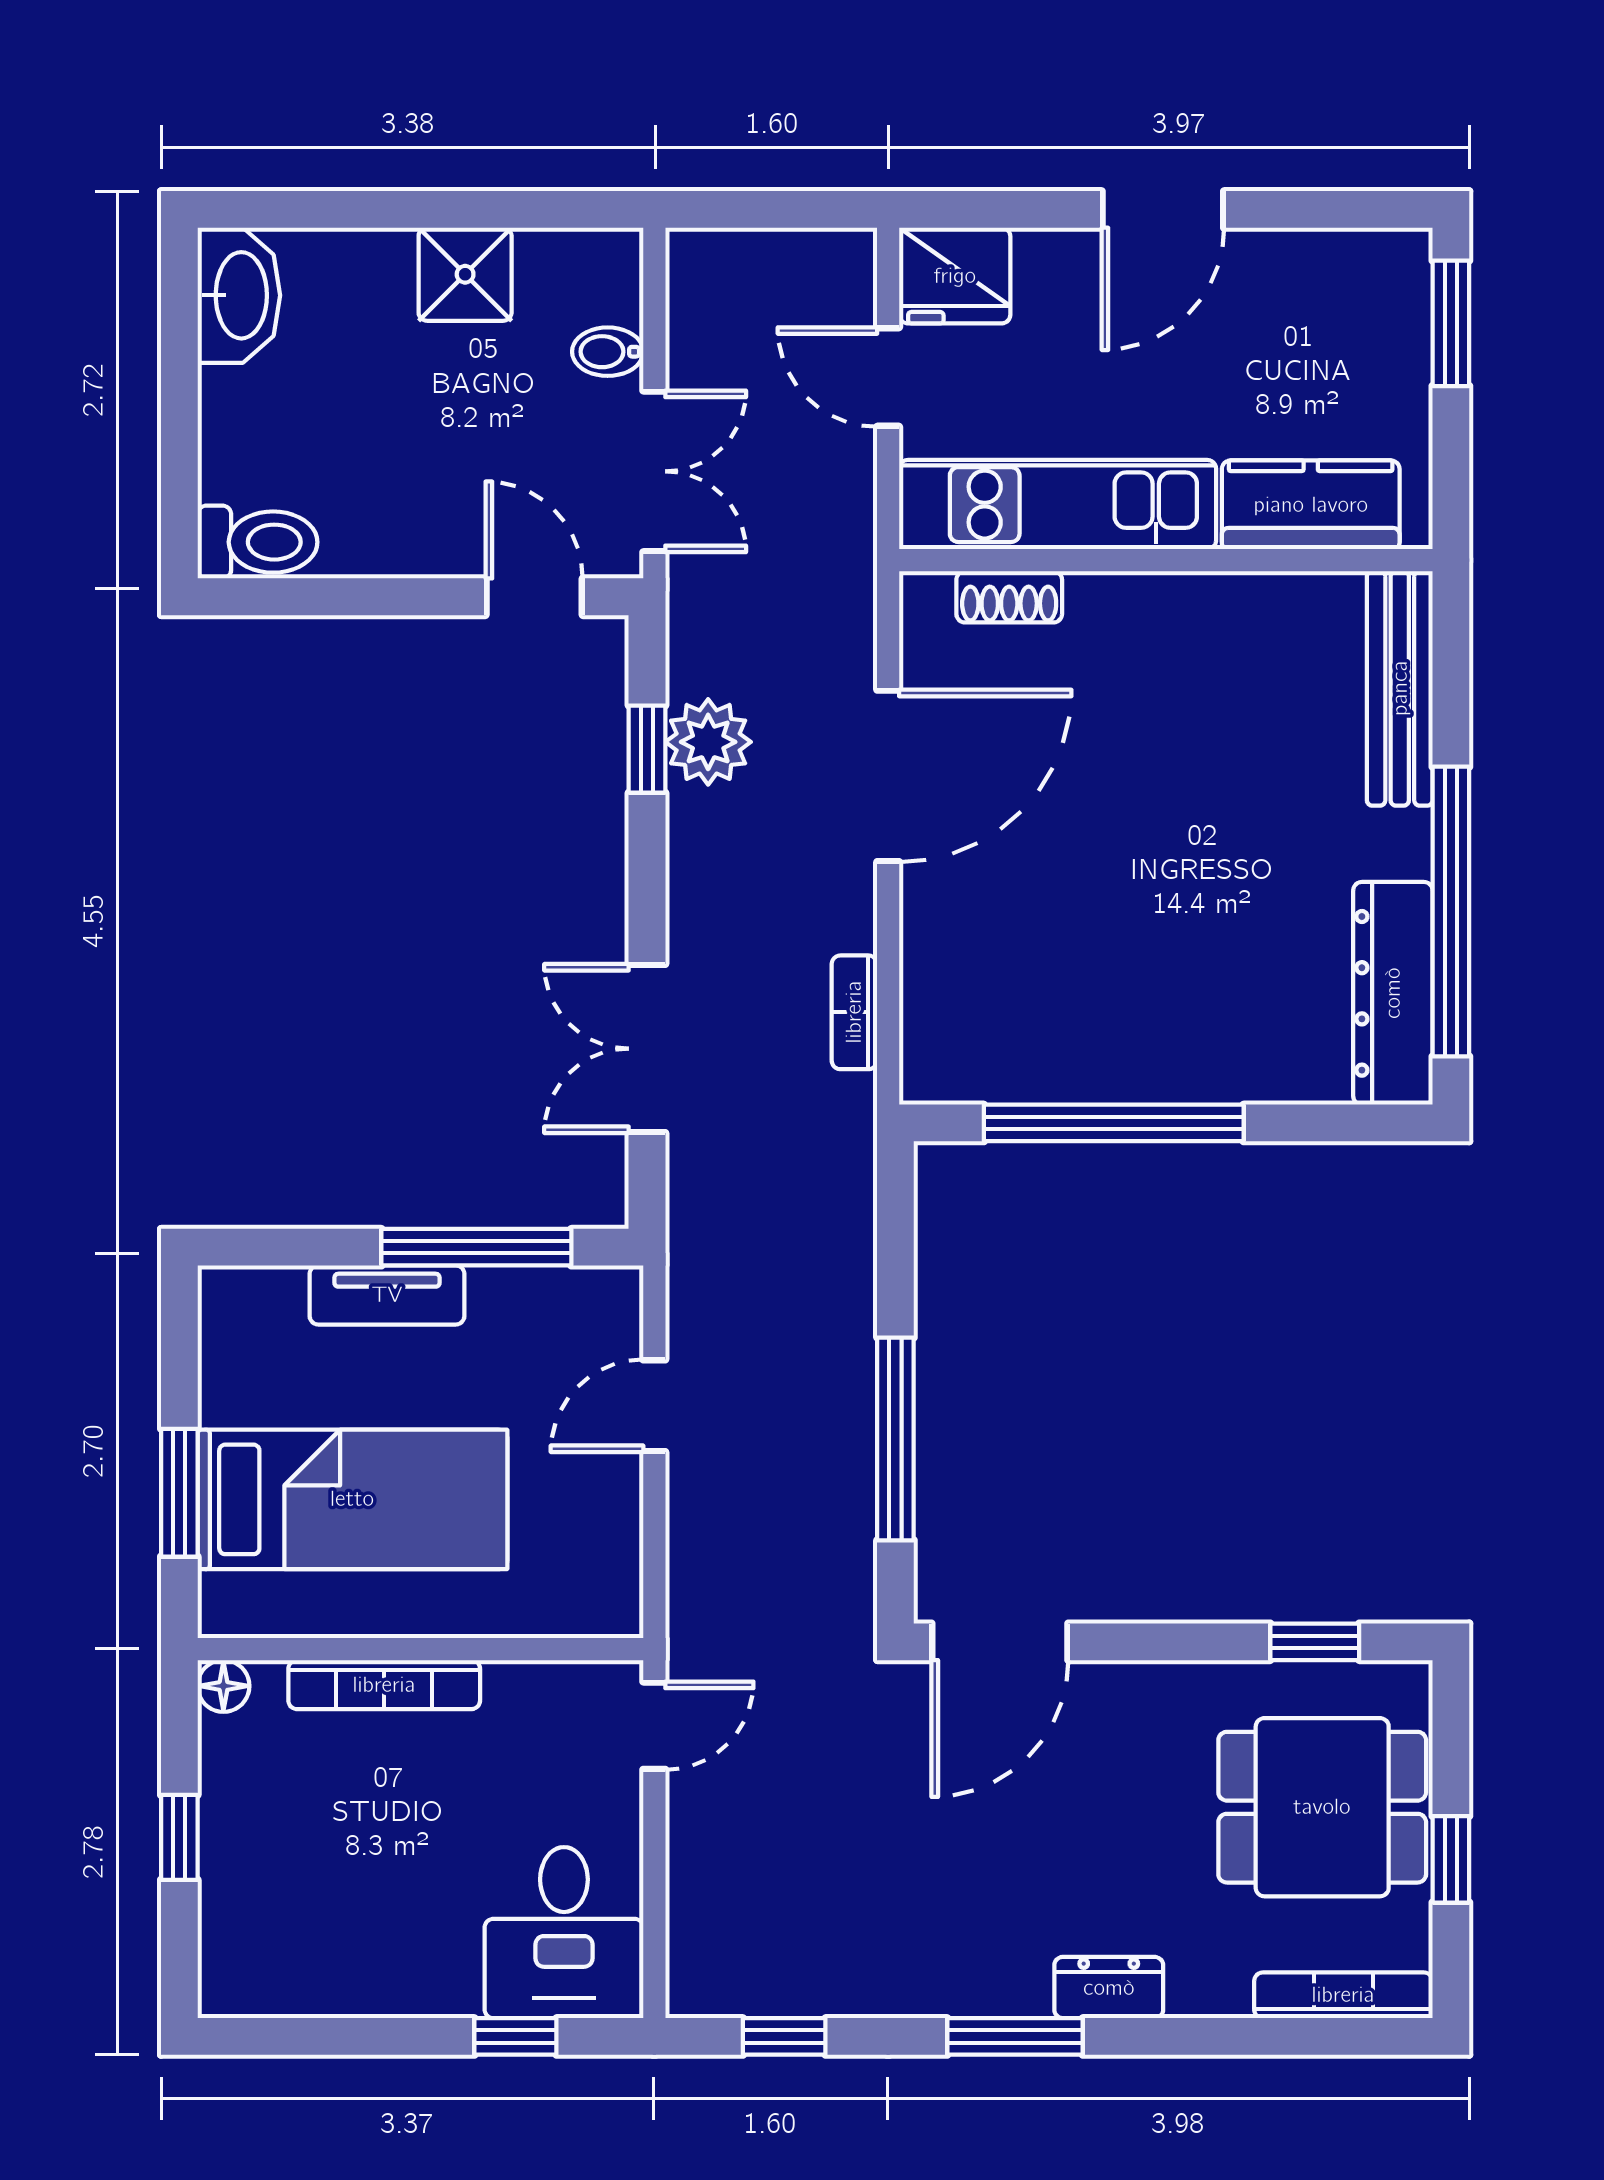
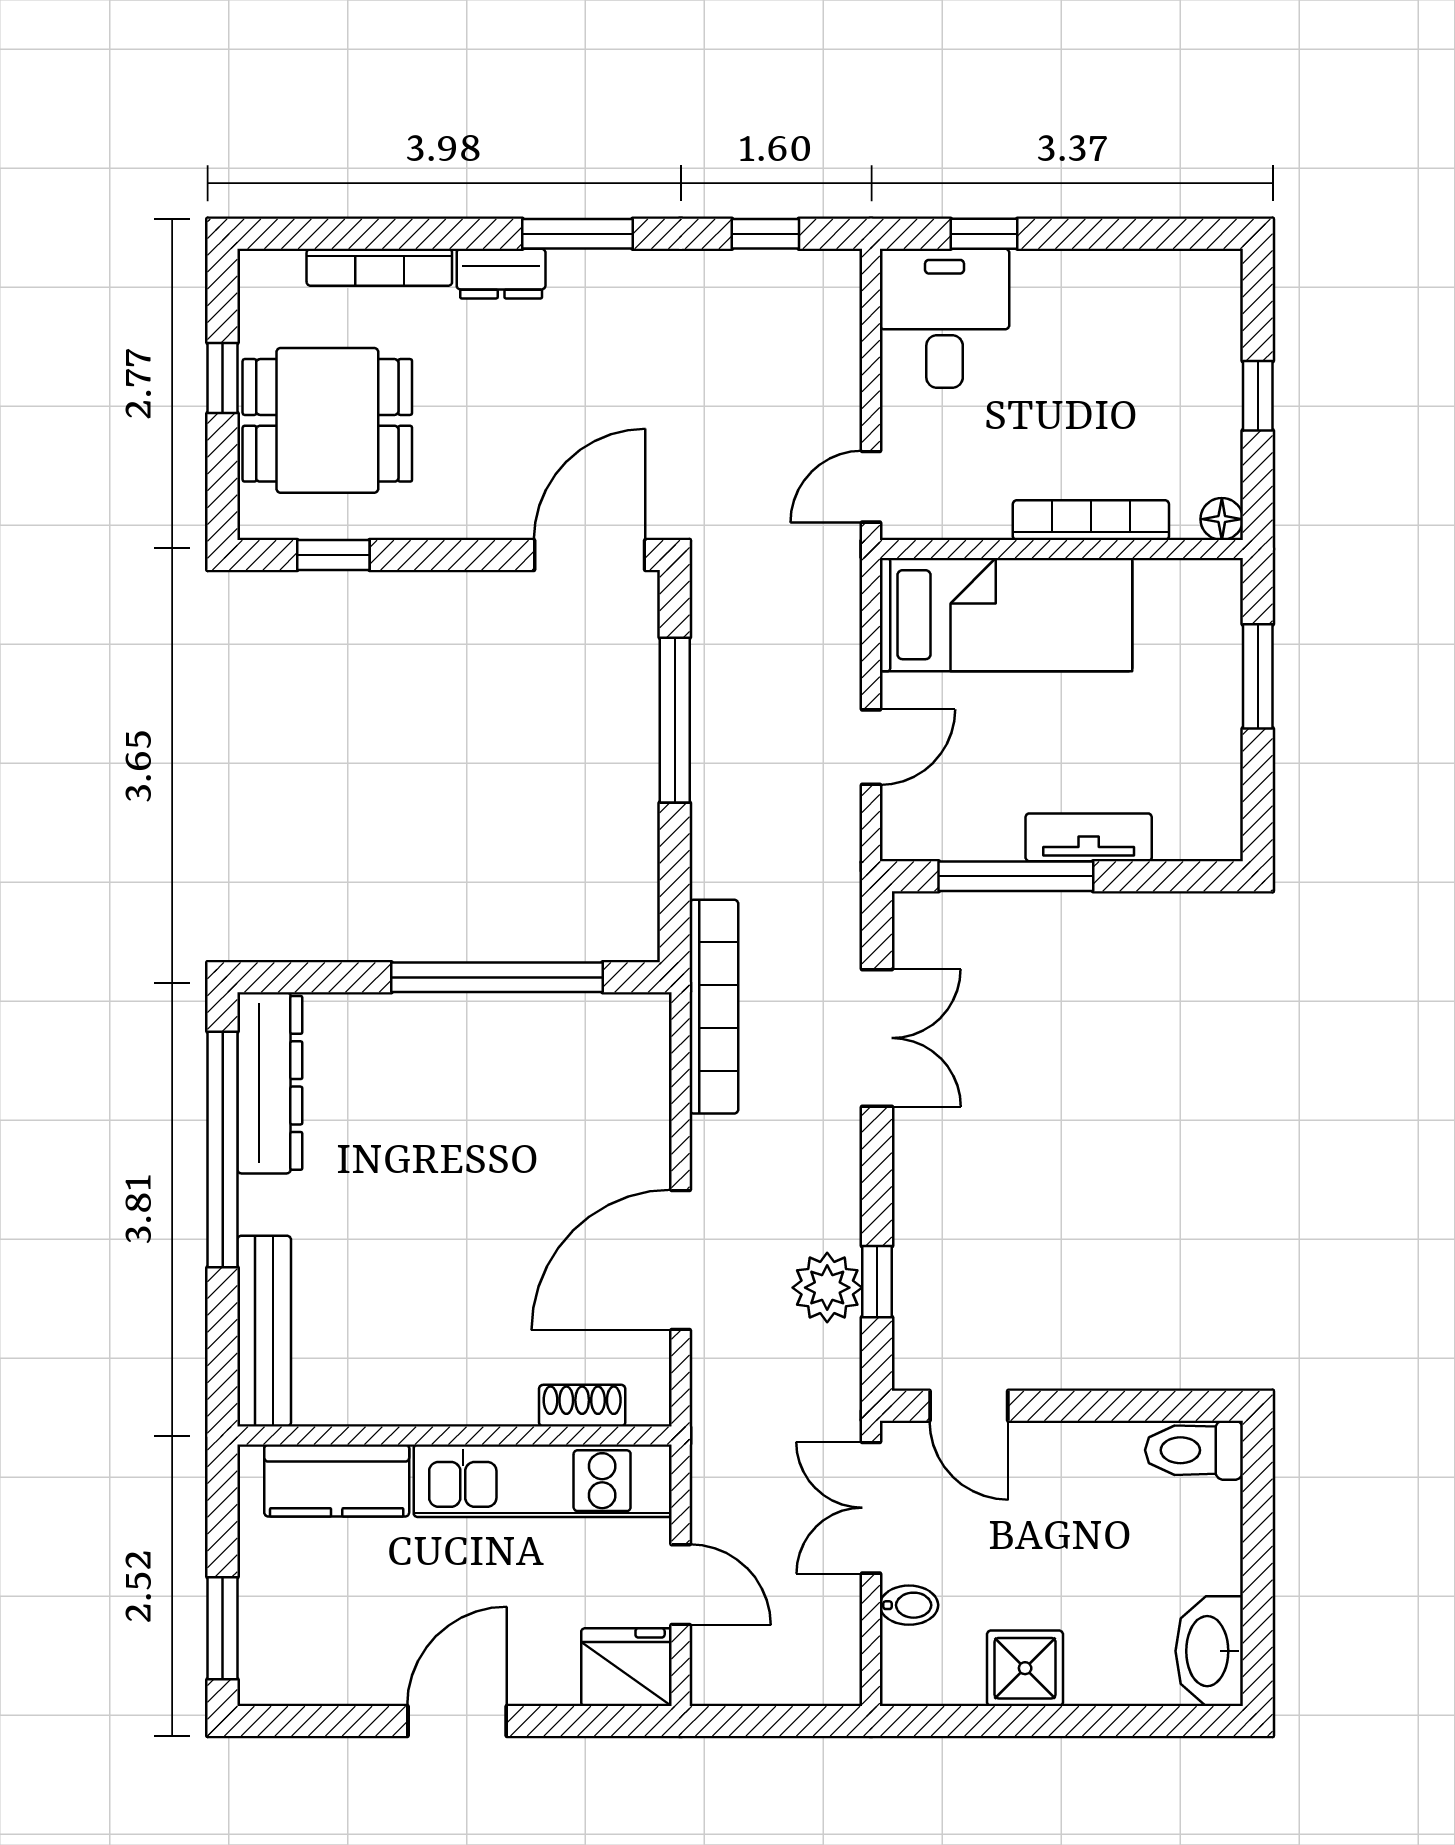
bookcase: (854, 1012) -> (714, 1007), width x2.31, depth x1.31
bed: (352, 1499) -> (1006, 615), moved, turned 180
bookcase: (1343, 1995) -> (379, 267), moved

